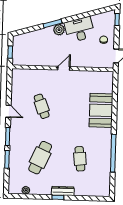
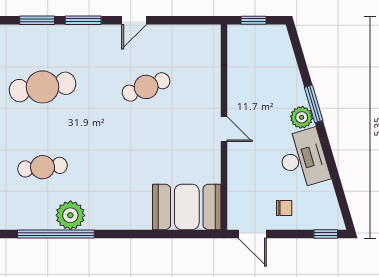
booth: (101, 110) -> (187, 207), moved
plant: (104, 146) -> (70, 215), added
cafe table: (40, 158) -> (42, 87), turned -33

